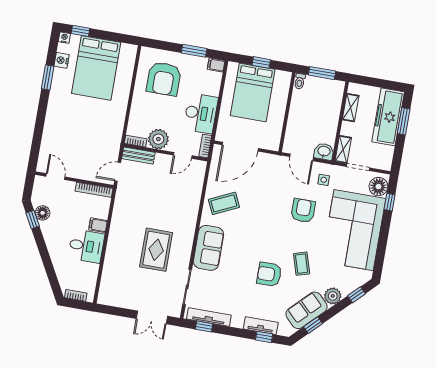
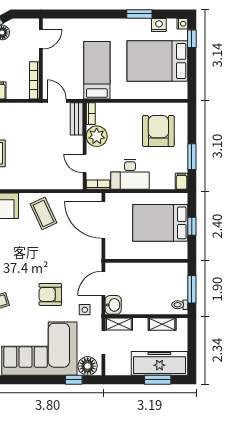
armchair: (164, 79) -> (158, 131), turned 90
toilet: (300, 81) -> (180, 305), moved
bed: (95, 128) -> (97, 70), added
armchair: (303, 211) -> (50, 294), turned 180

